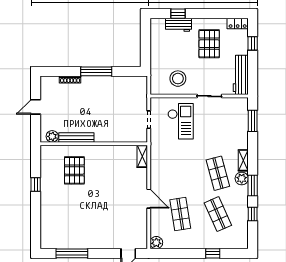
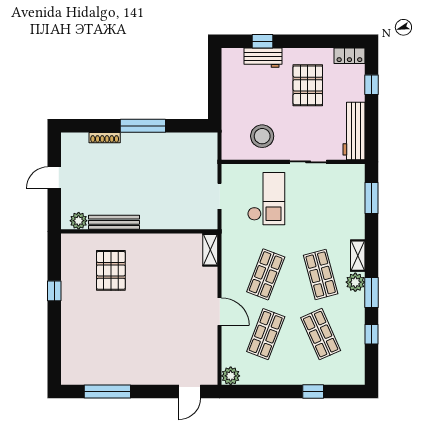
shop shelf: (180, 173) -> (266, 274), added
shop shelf: (180, 214) -> (266, 334), turned 30

